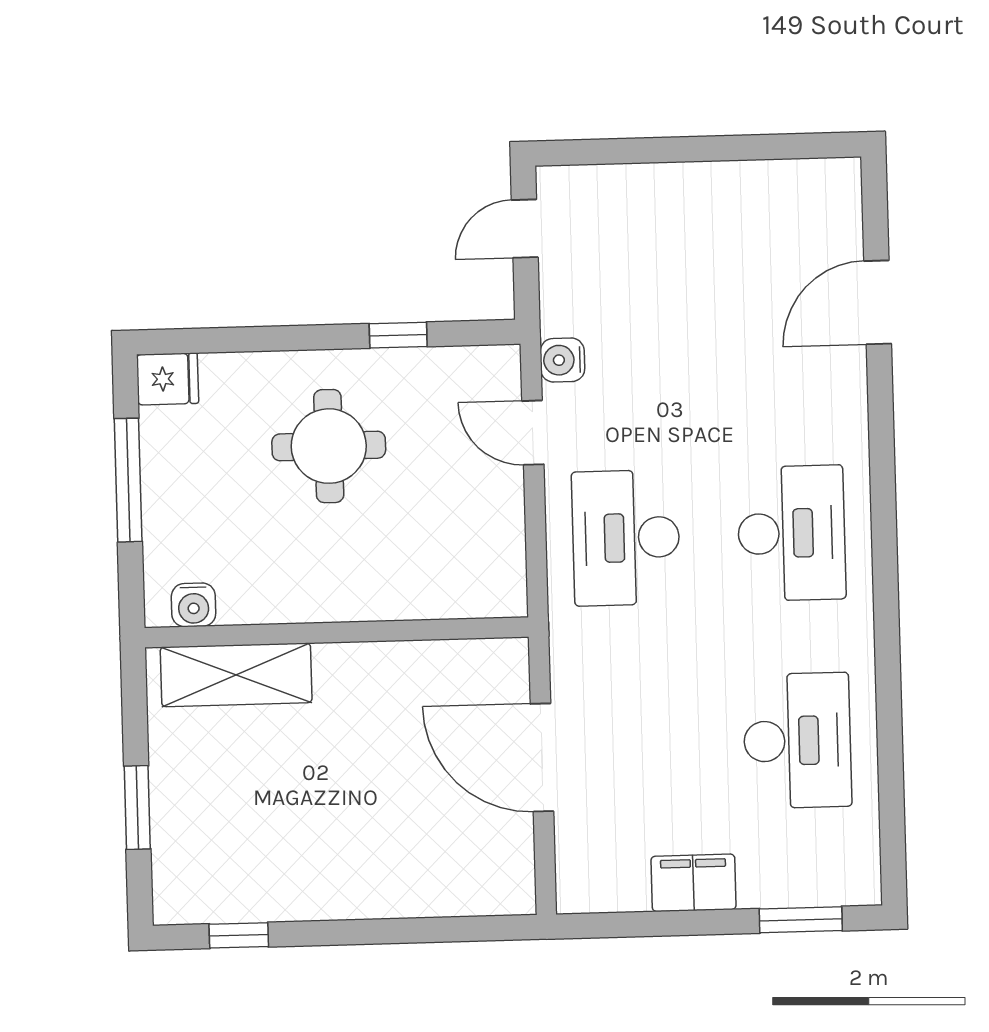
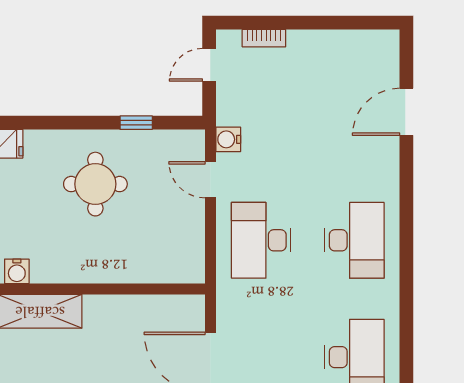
bookcase: (621, 179) -> (264, 38), added

